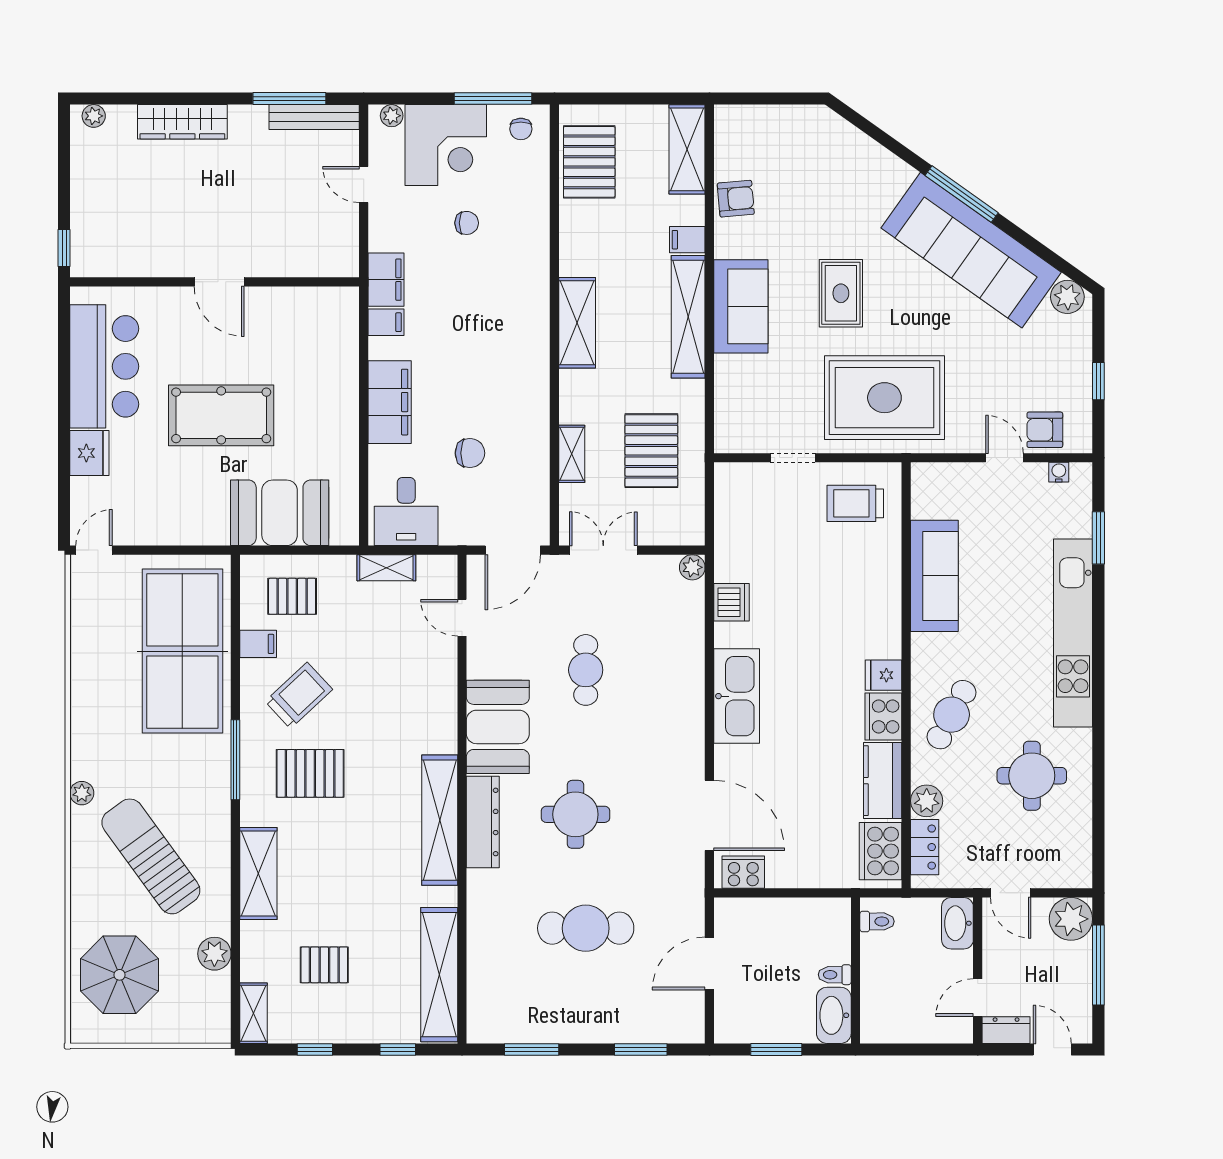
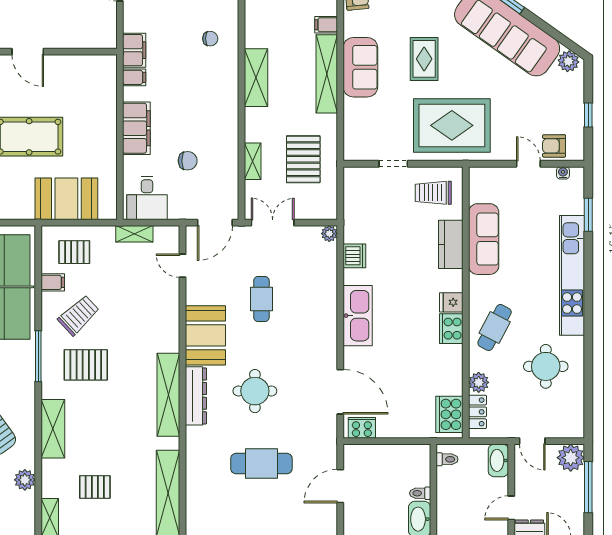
chair: (467, 223) -> (210, 39), moved
kitchen counter: (883, 781) -> (451, 244), moved

